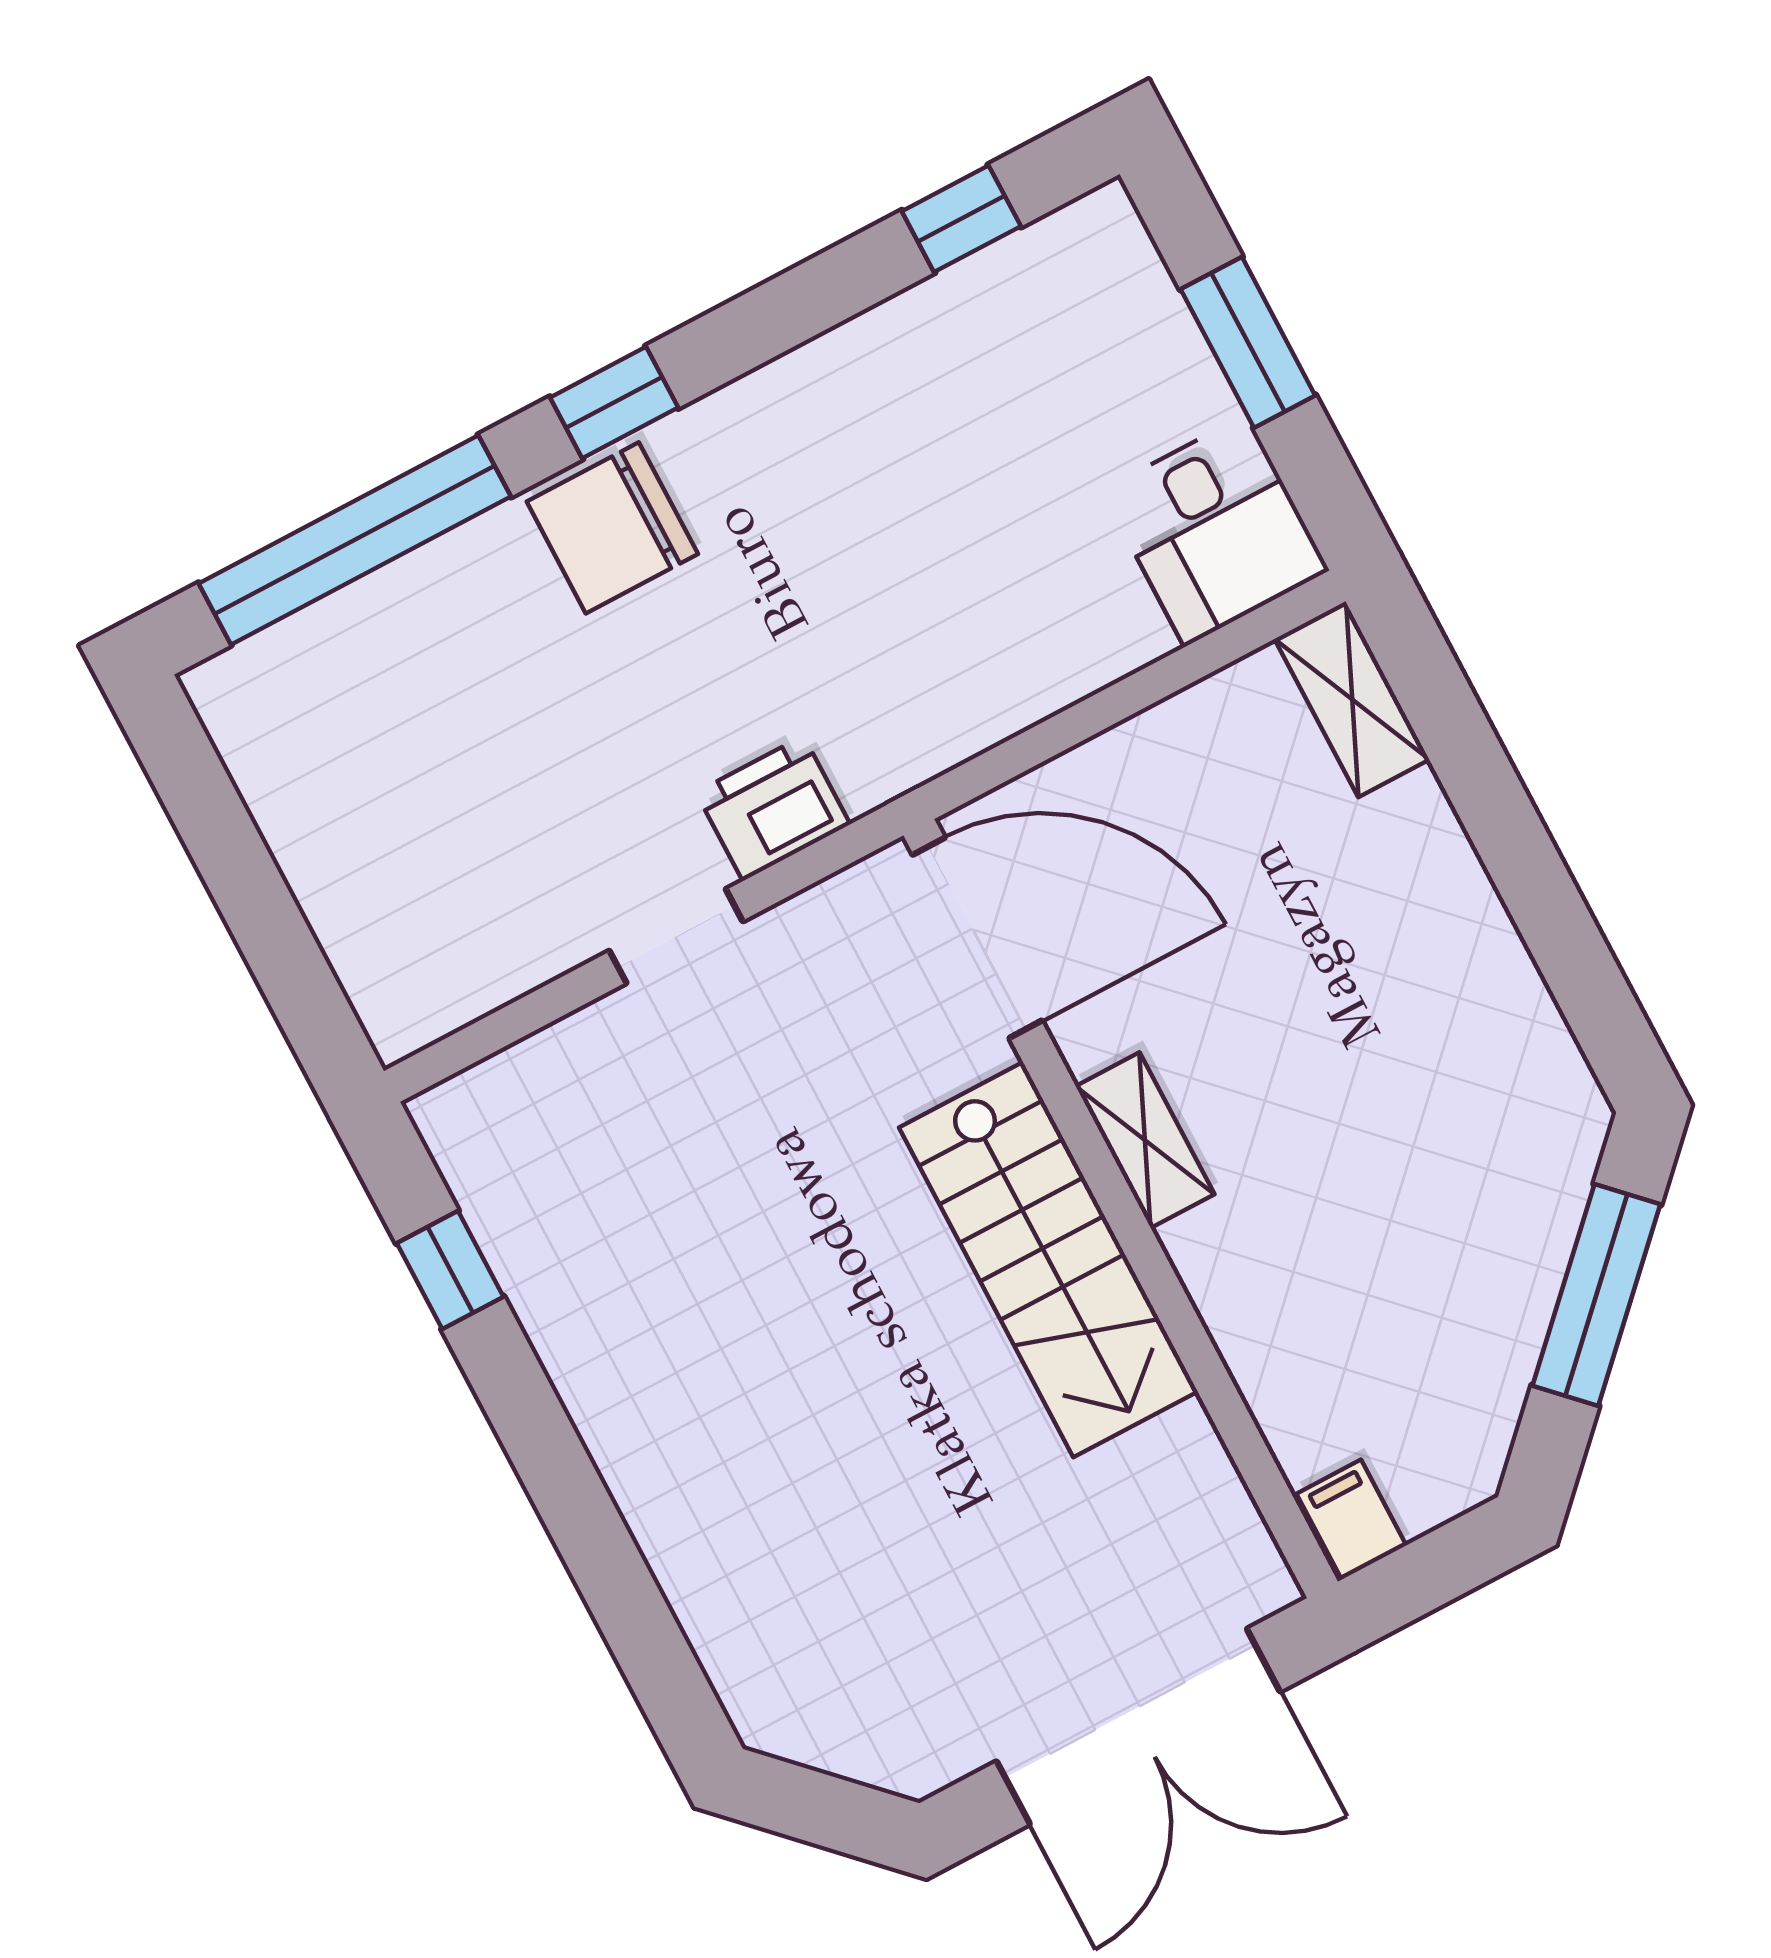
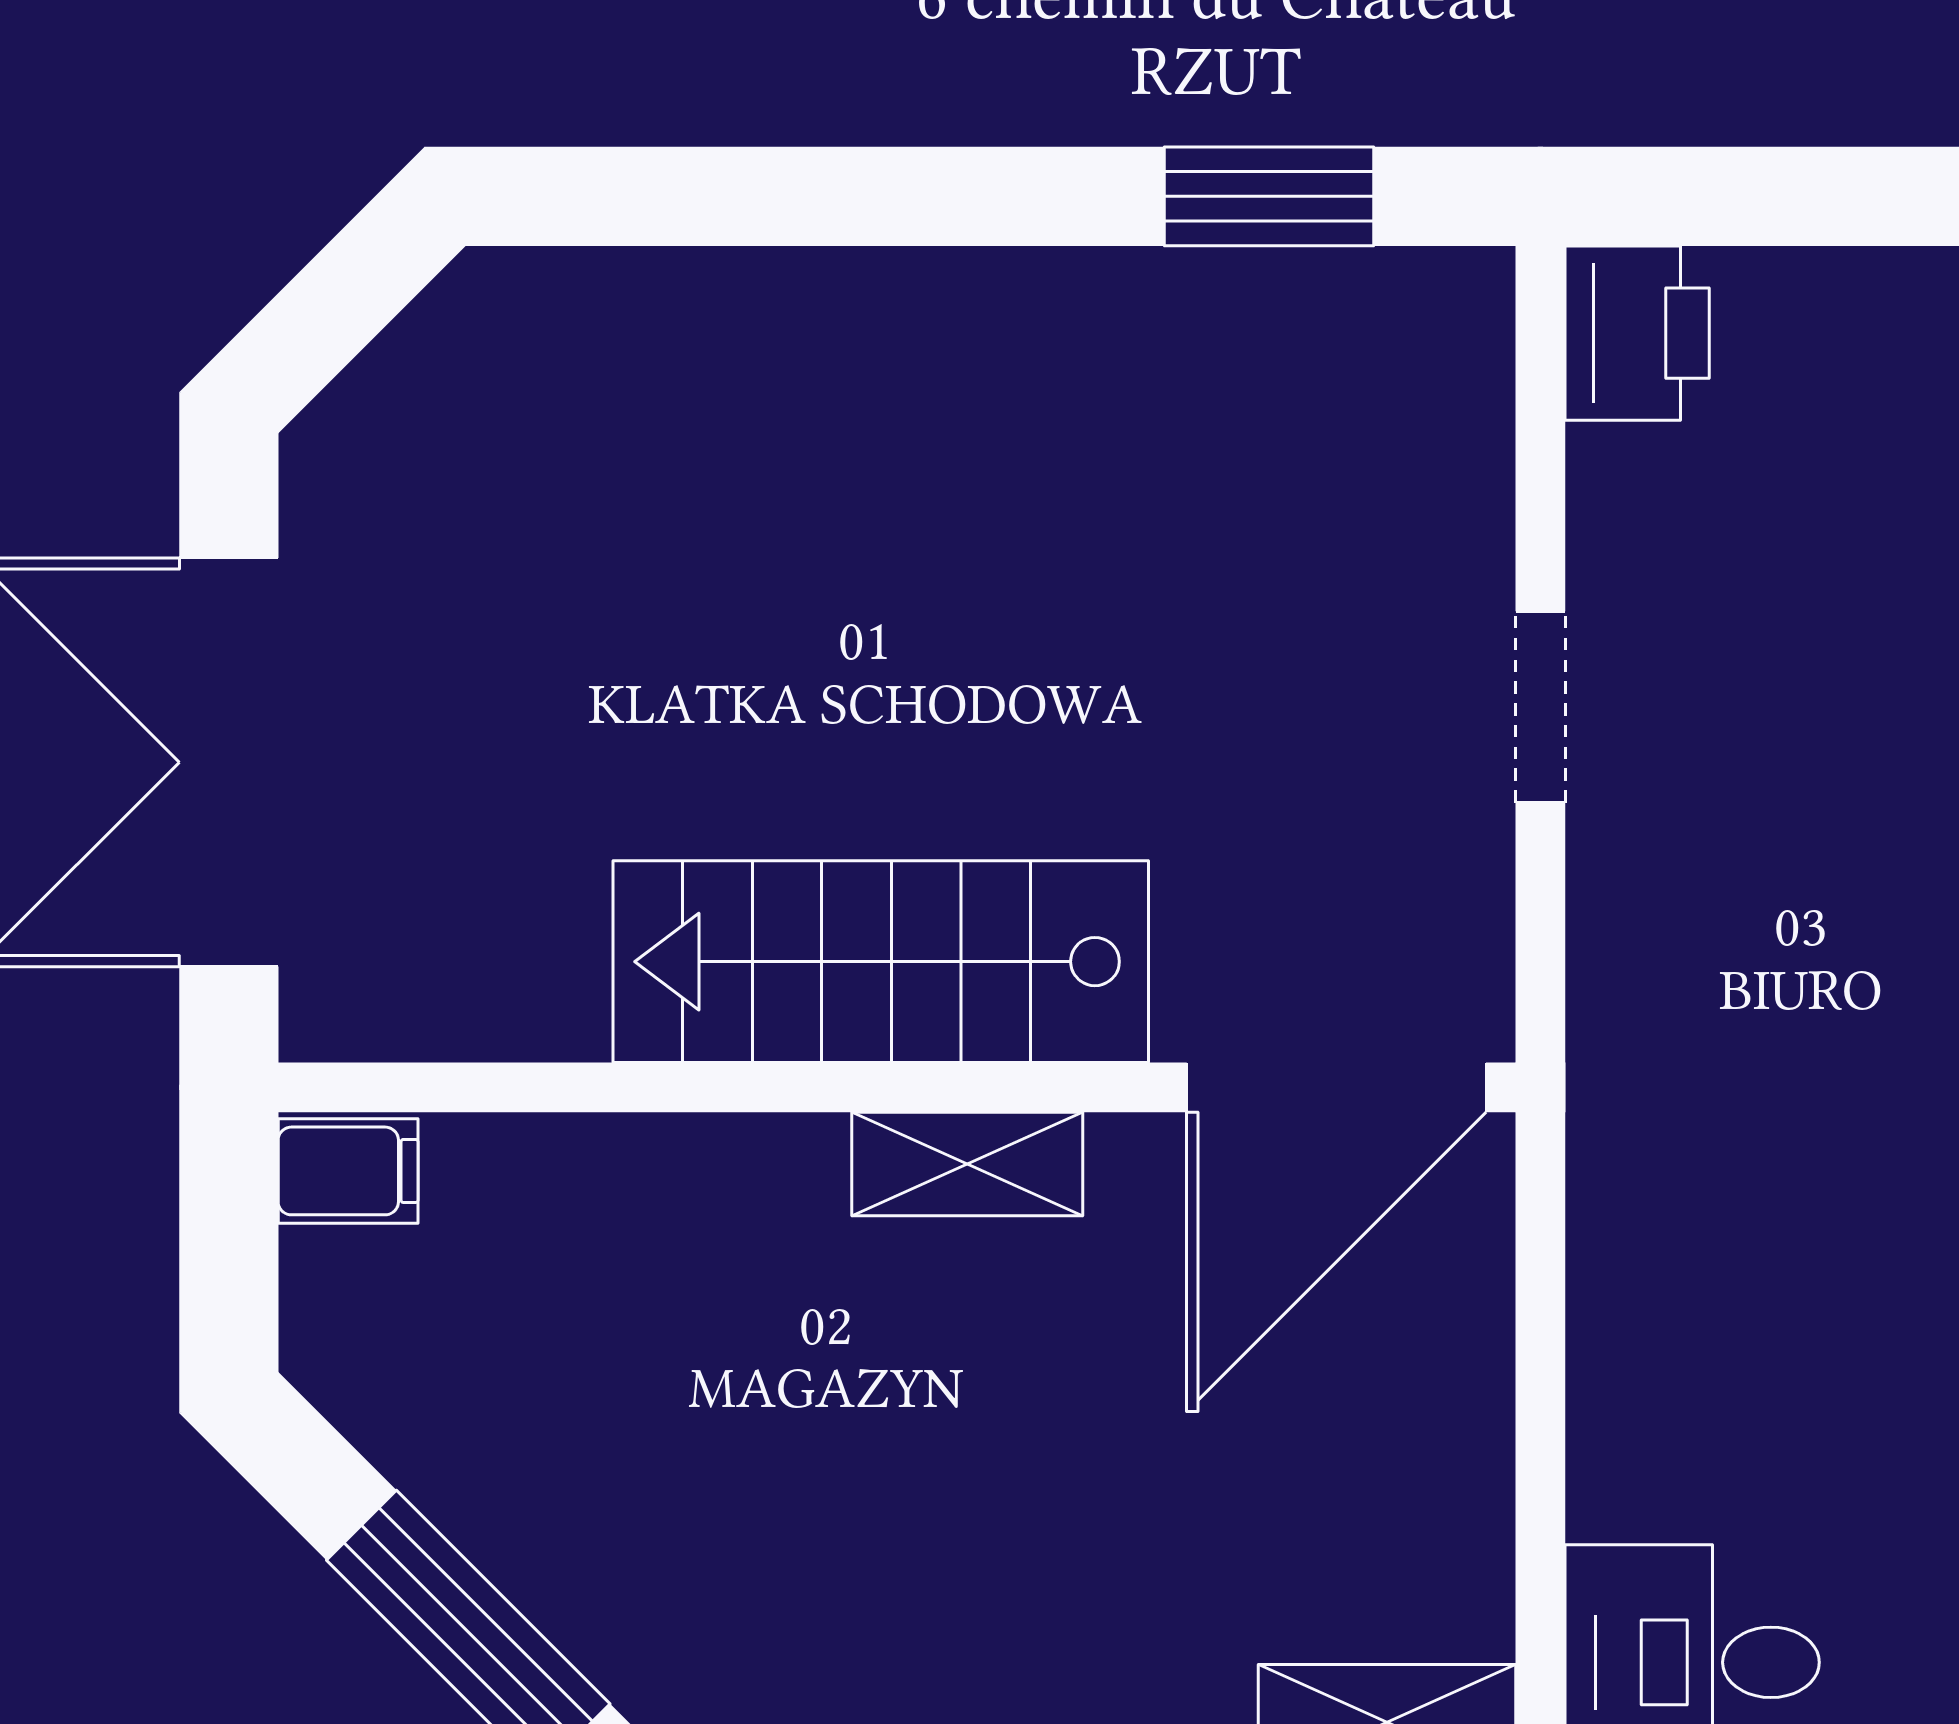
printer: (773, 808) -> (1637, 333), moved
window: (450, 1270) -> (1269, 196), width x1.50

